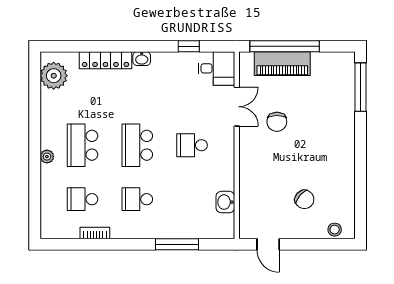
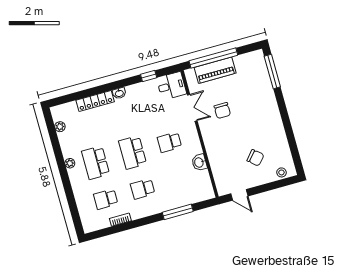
plant: (54, 76) -> (60, 127), width x0.53, depth x0.53
plant: (47, 157) -> (70, 163), moved
washbasin: (225, 202) -> (199, 162), moved

